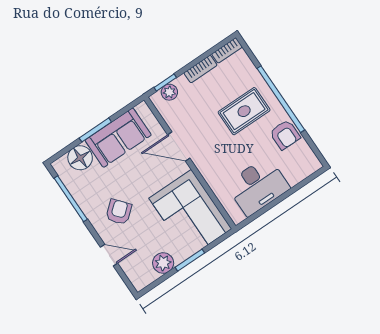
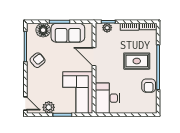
desk: (258, 186) -> (107, 98), moved, turned 90
armchair: (119, 212) -> (38, 60), moved
door: (109, 255) -> (25, 103), moved

